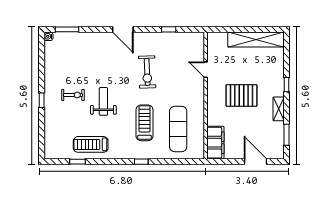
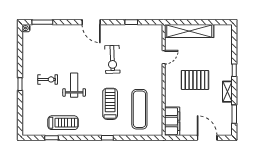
shelving: (256, 40) -> (189, 31), moved
door: (206, 70) -> (164, 57), swing flipped
treadmill: (91, 144) -> (63, 123), turned 180

